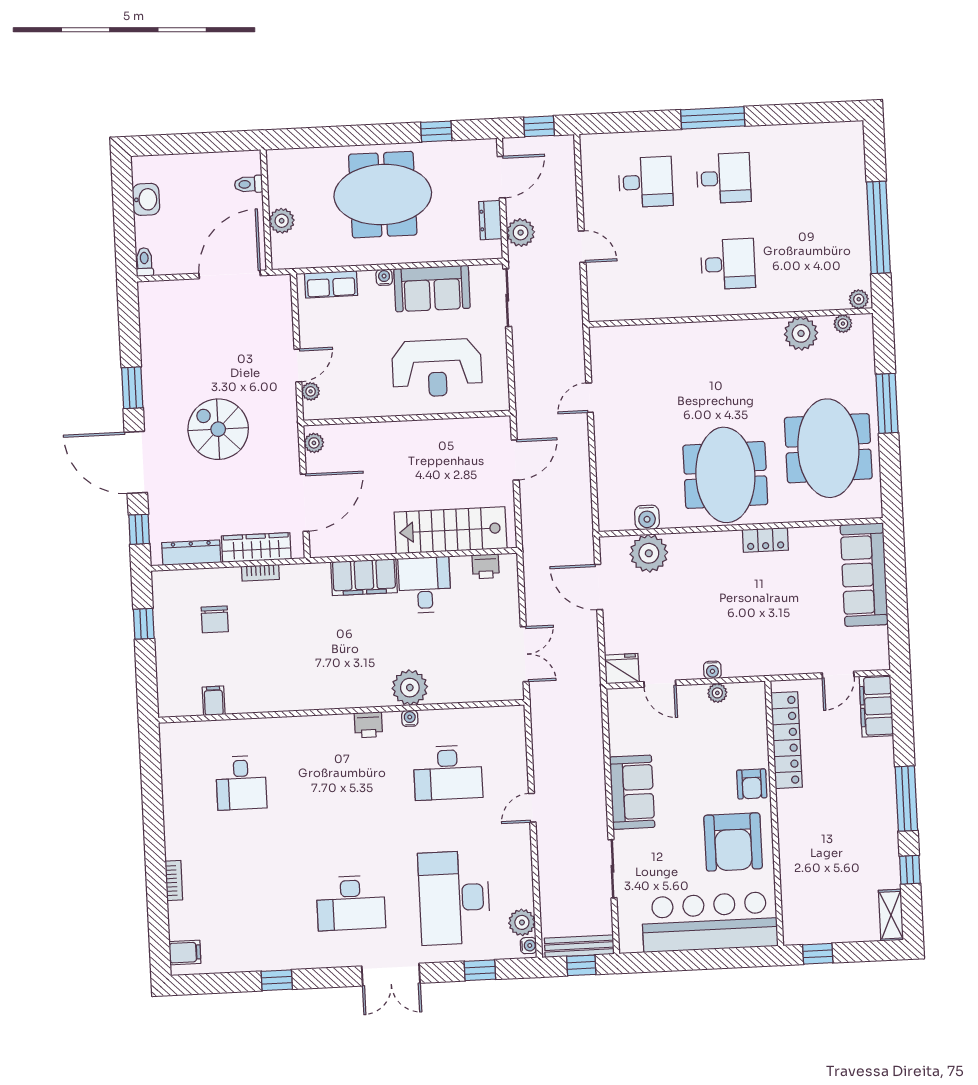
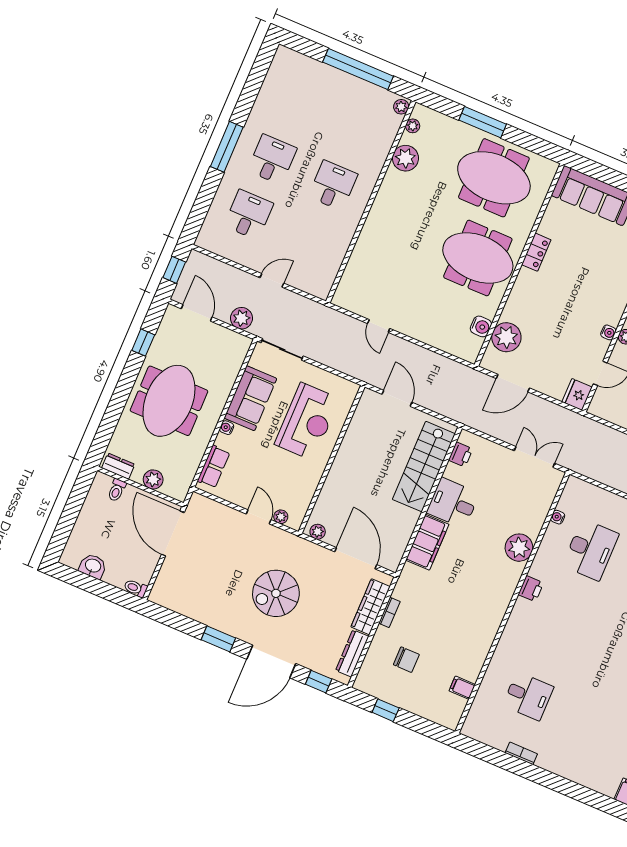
dresser: (490, 220) -> (118, 466), moved, turned 180
water cooler: (410, 718) -> (558, 517), moved
bookcase: (174, 880) -> (521, 753), moved

